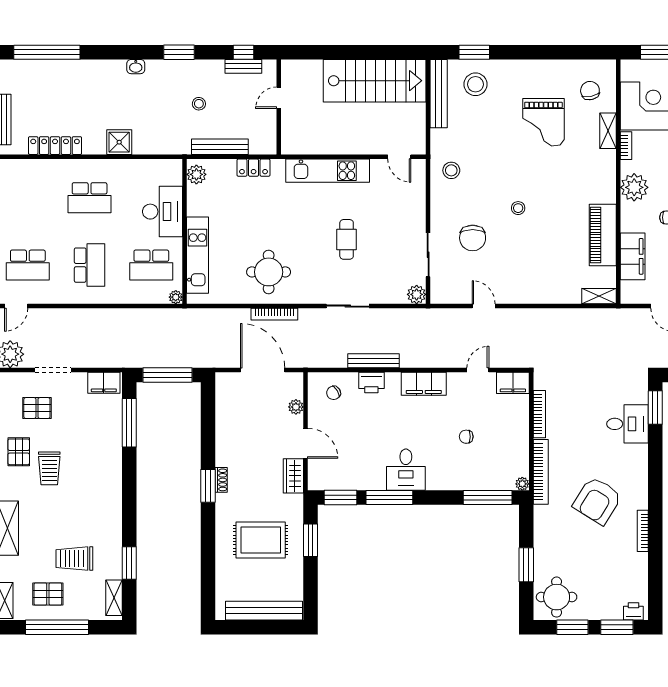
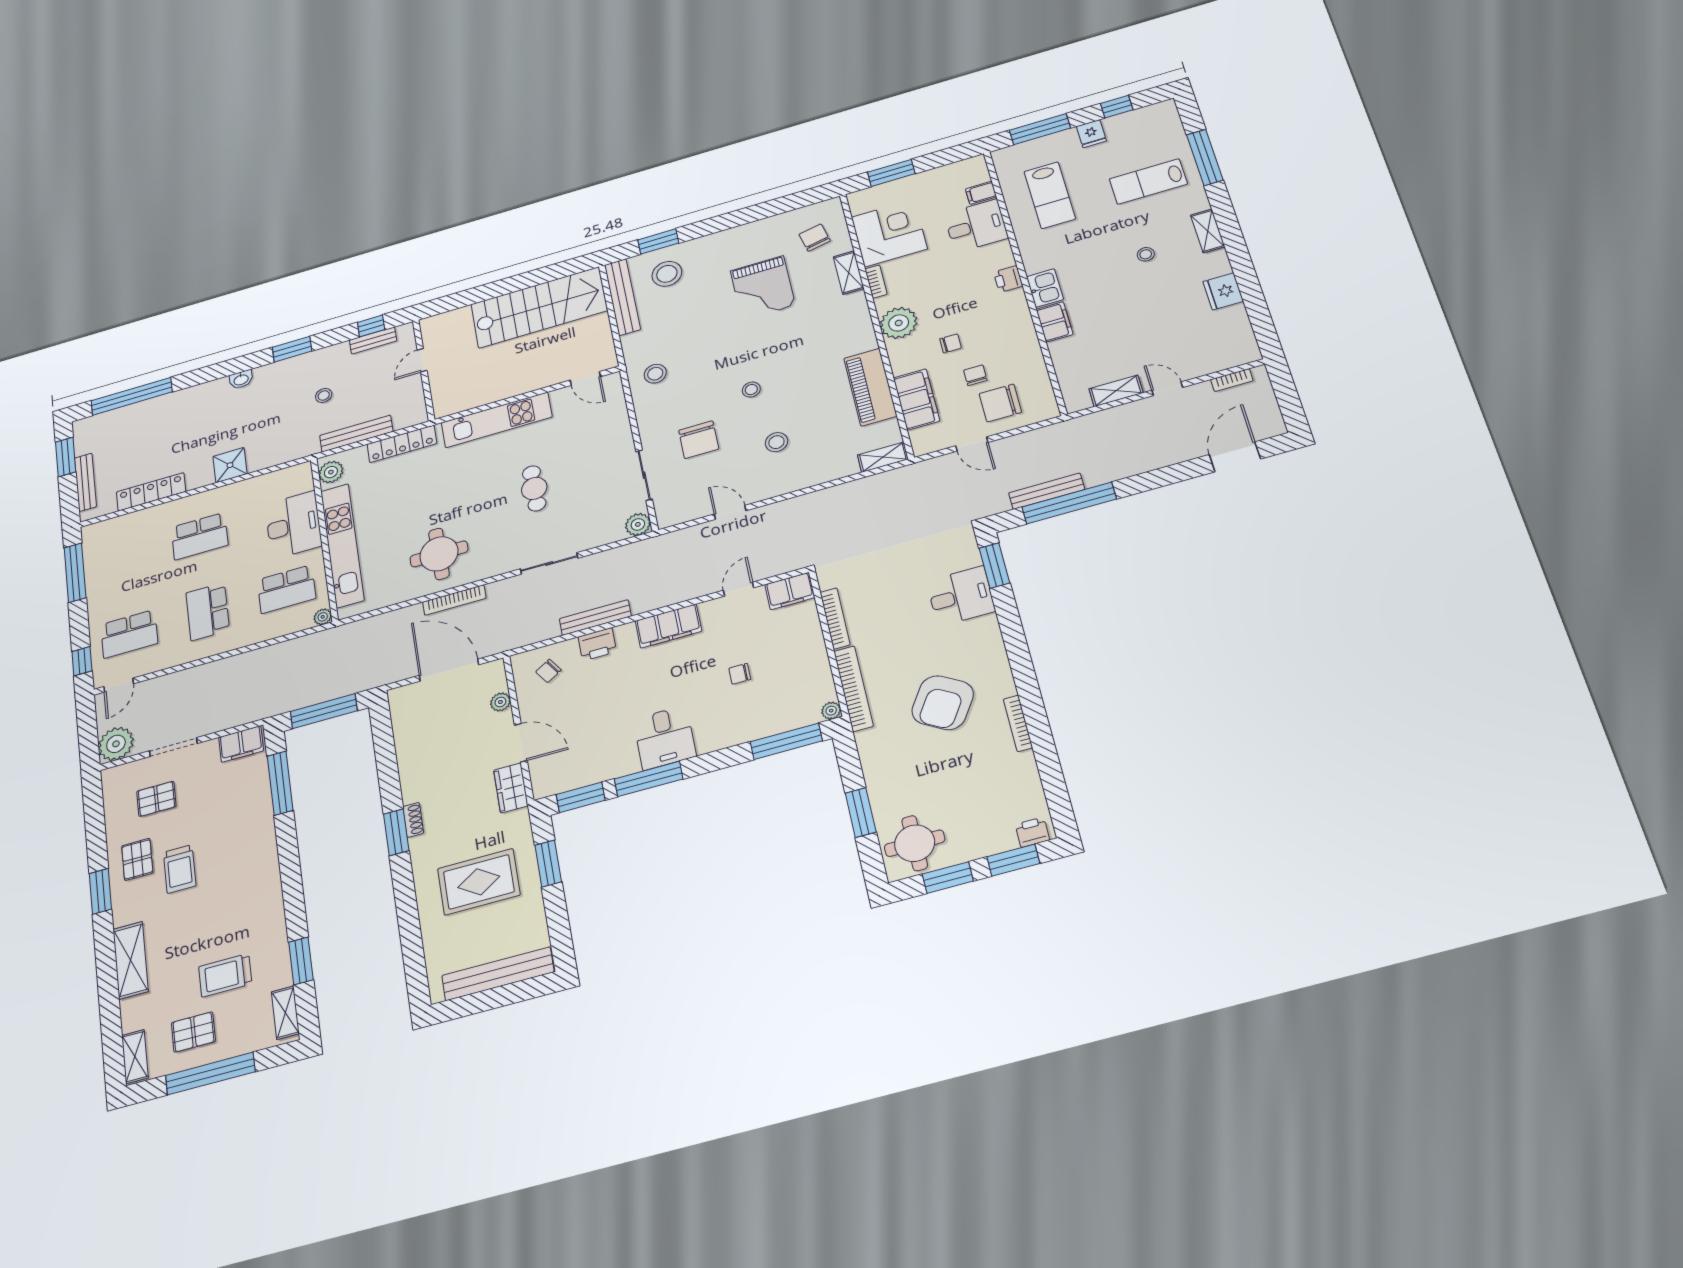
locker: (254, 168) -> (402, 444), width x1.53
kitchen unit: (198, 255) -> (342, 545), width x1.36
stool: (527, 259) -> (776, 442), added
school desk: (90, 265) -> (208, 612), turned 180

